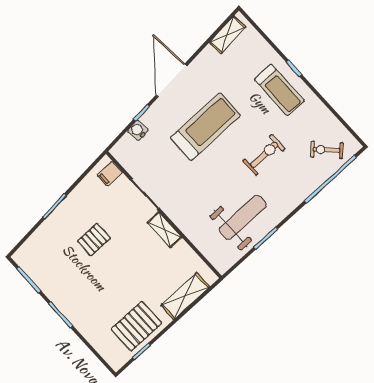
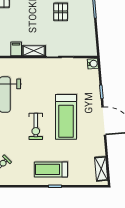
water cooler: (138, 130) -> (93, 64), moved
exercise bike: (264, 155) -> (36, 126), moved
filing cabinet: (110, 174) -> (16, 49), moved

